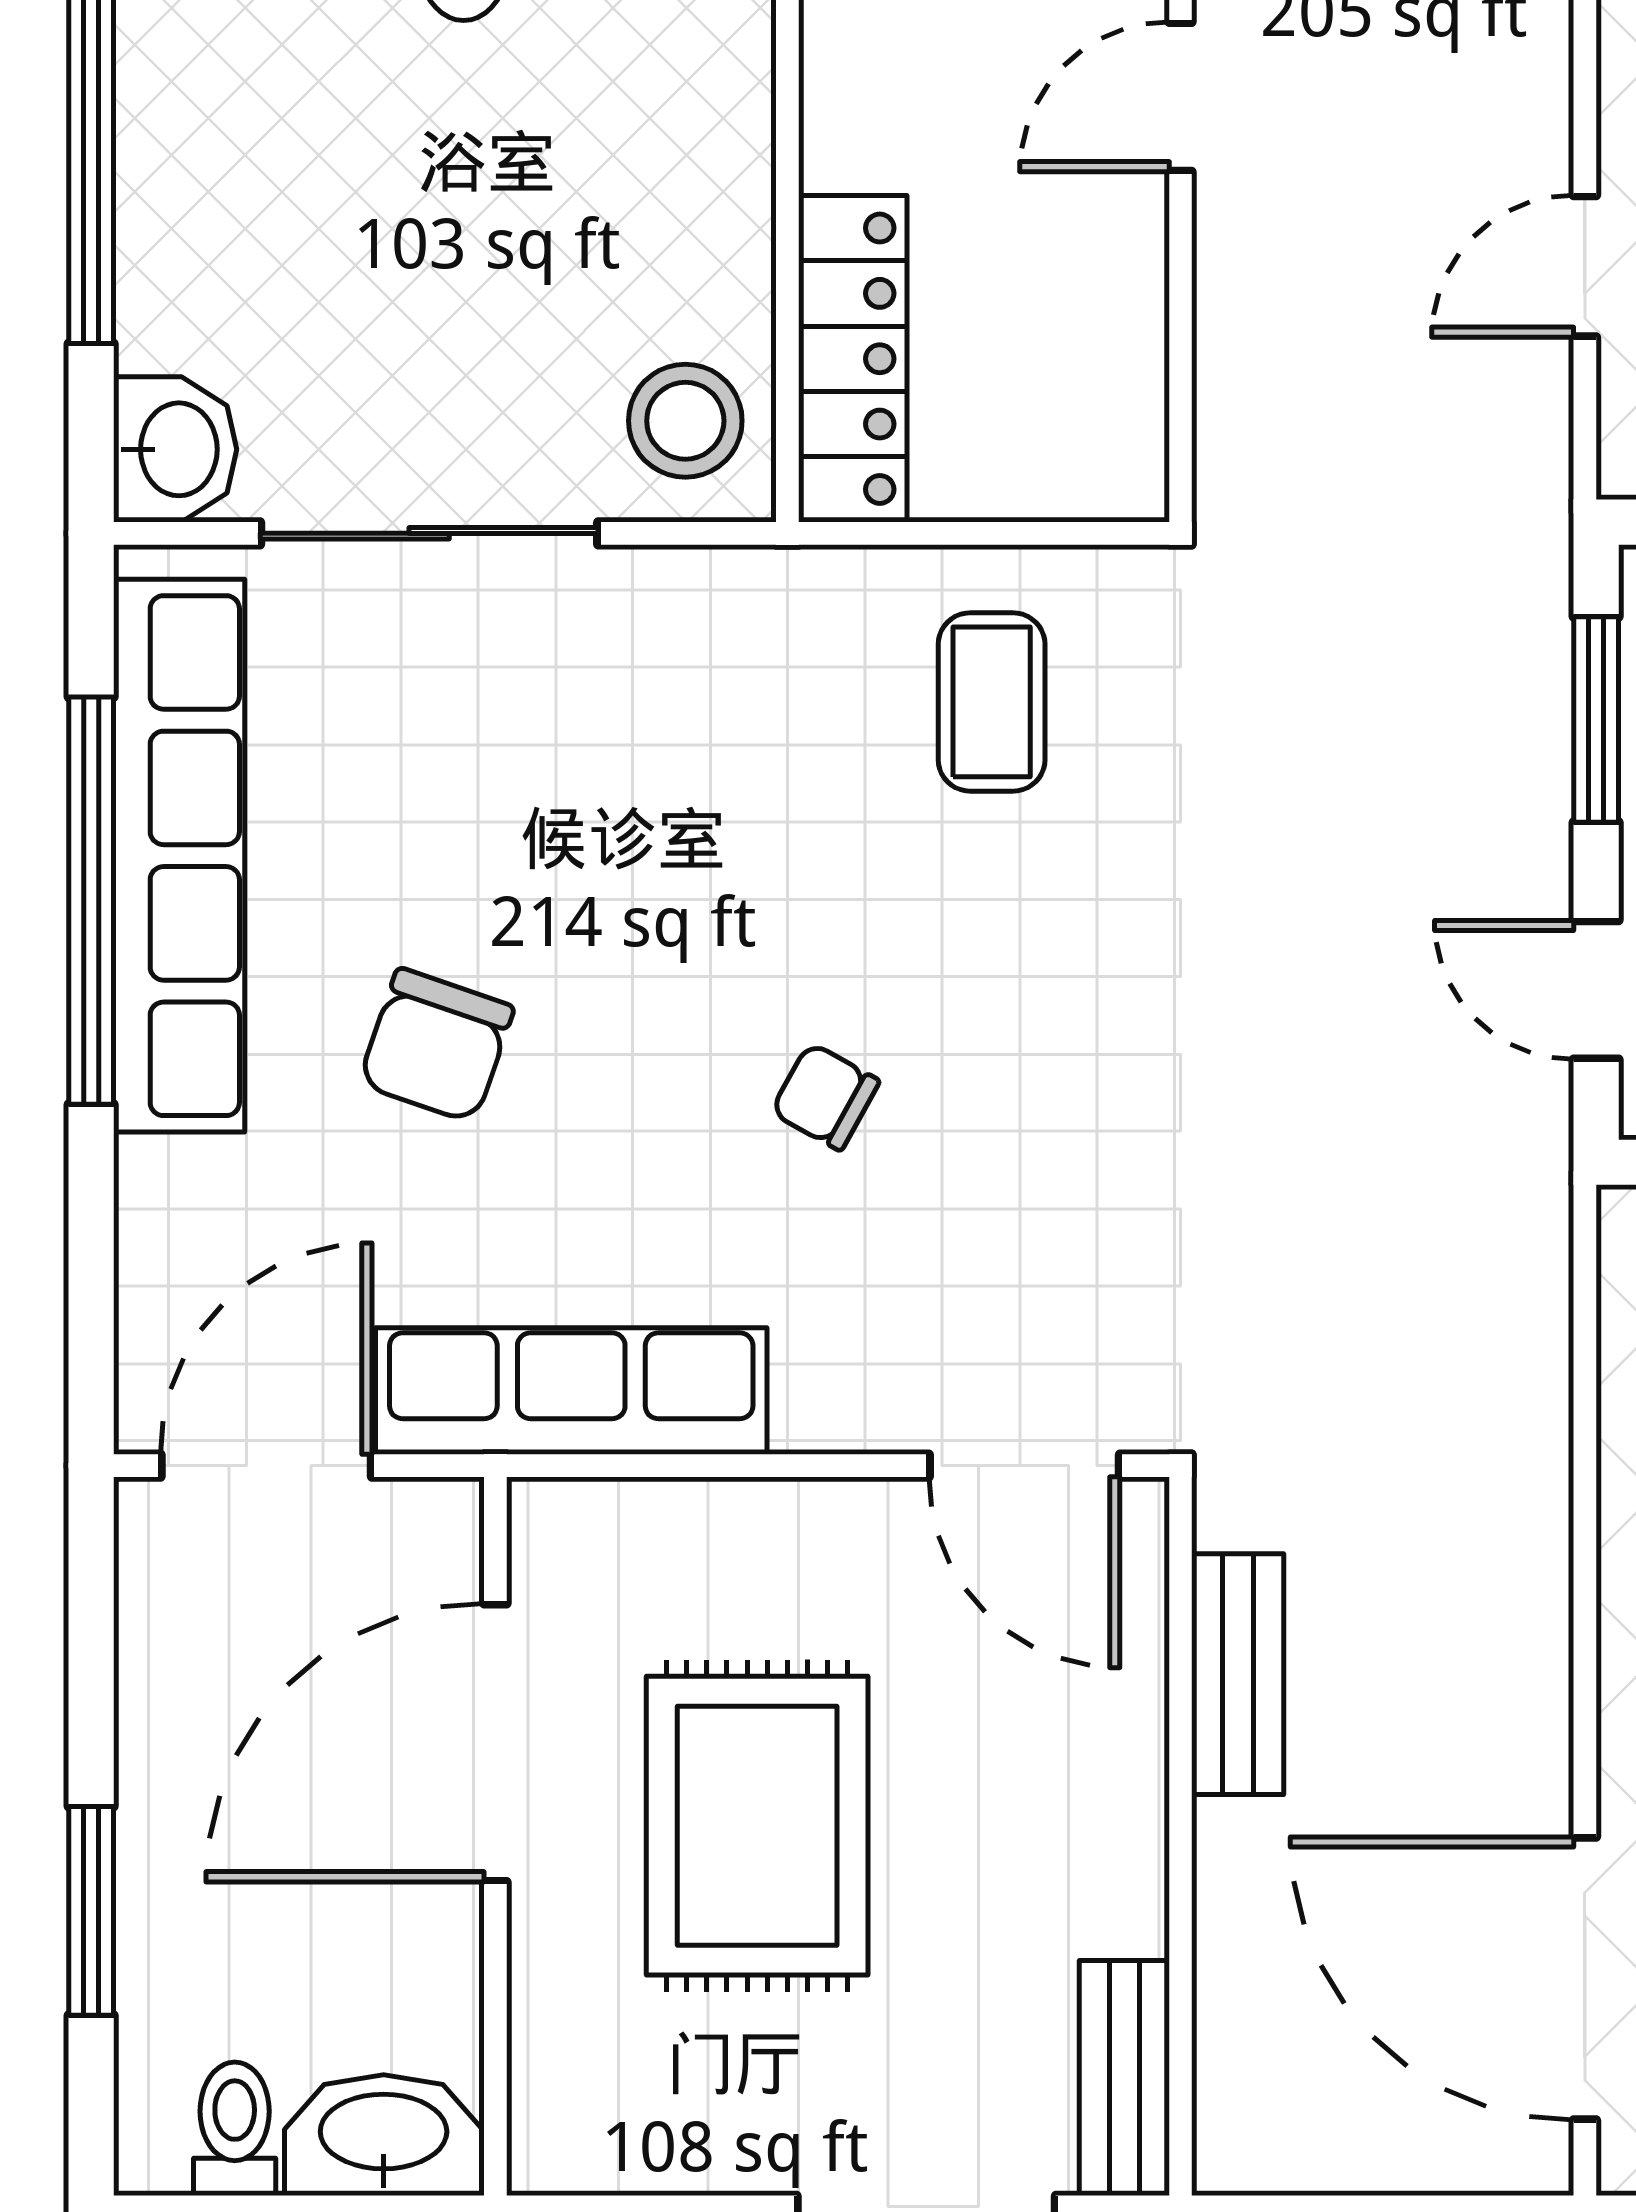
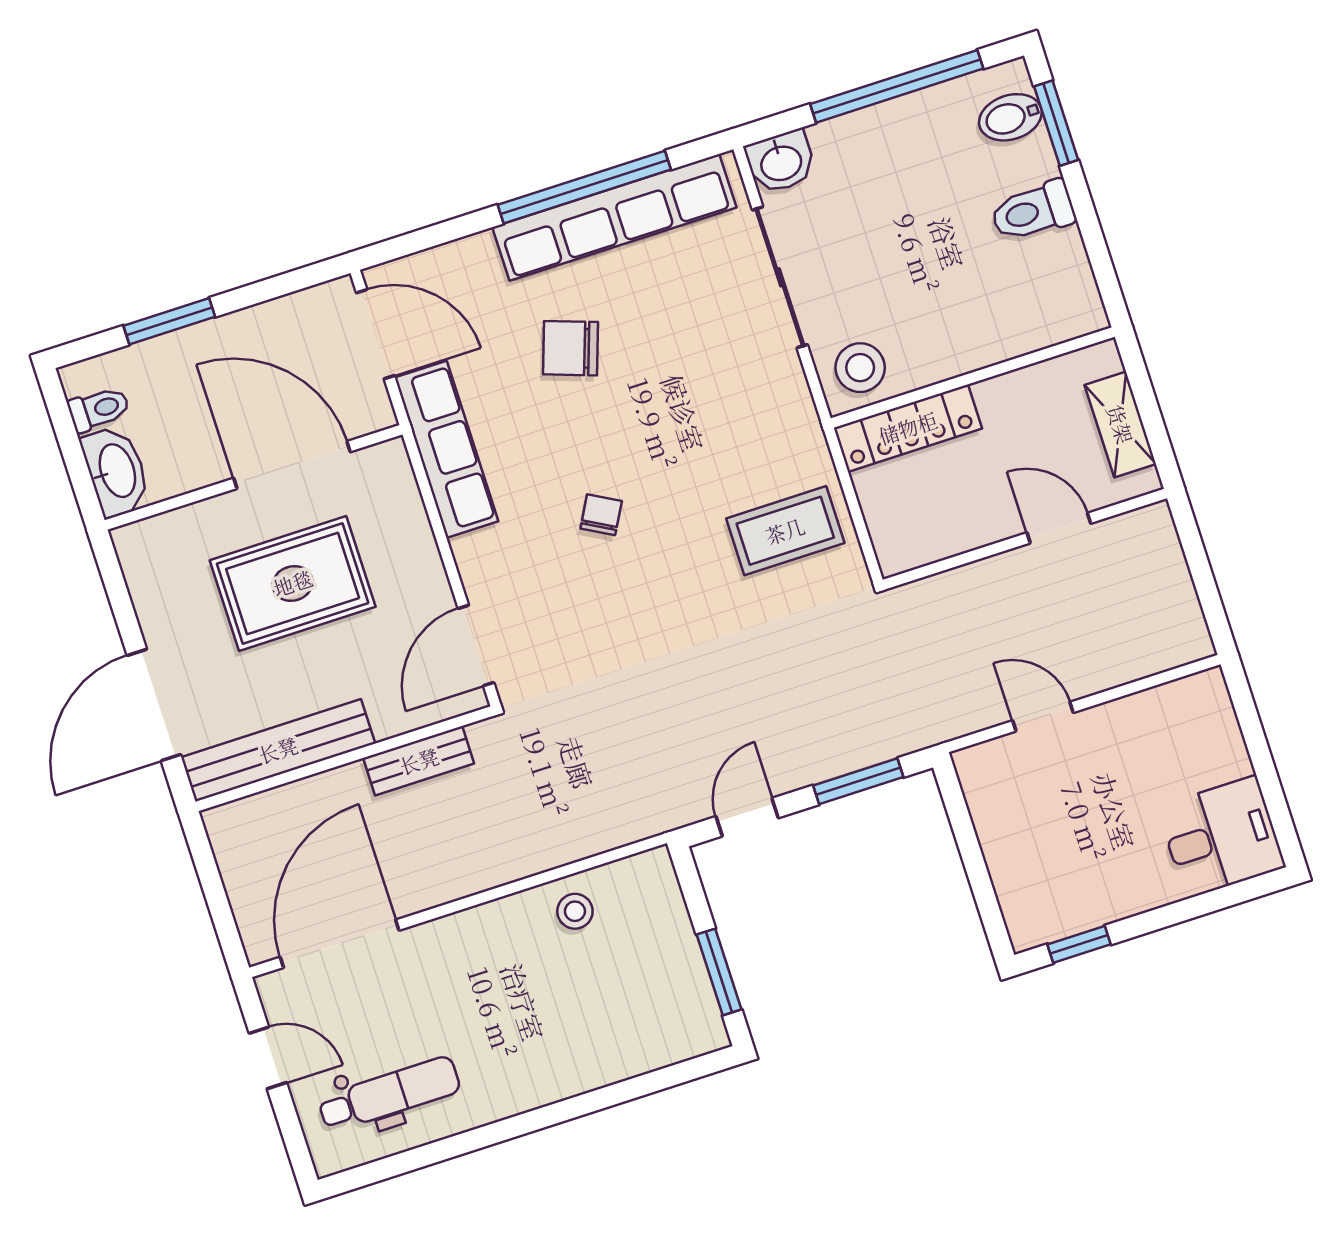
coffee table: (992, 702) -> (785, 531), width x1.36, depth x1.30
bench: (1124, 2078) -> (278, 750), width x1.86, depth x1.21

